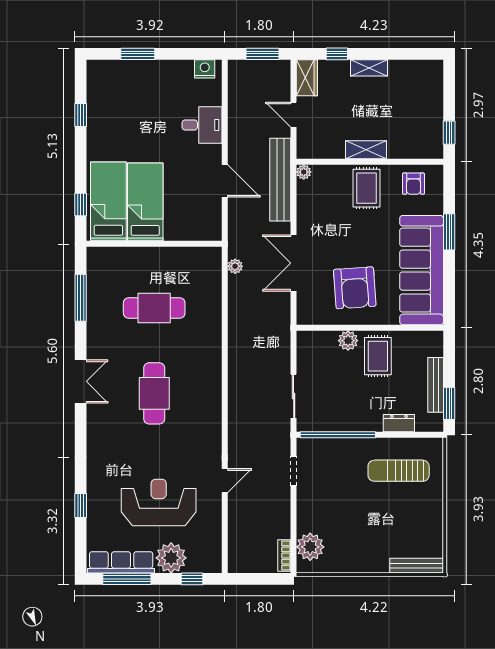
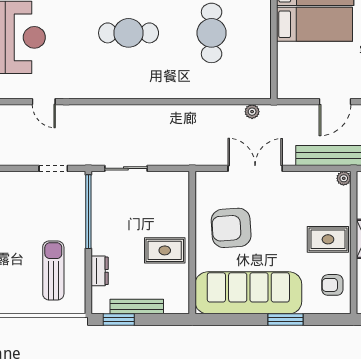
plant: (348, 341) -> (180, 221), removed

